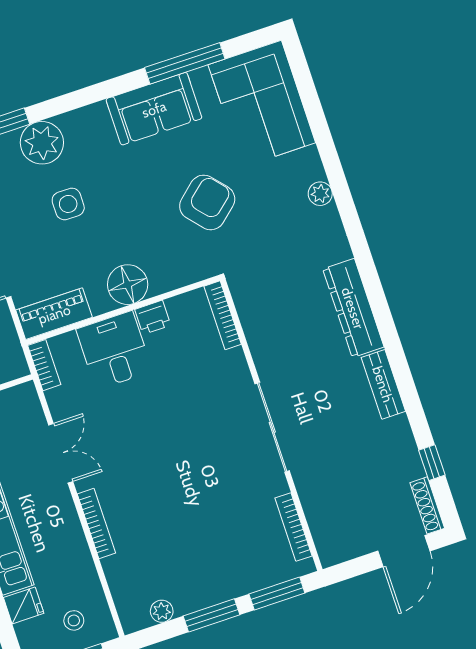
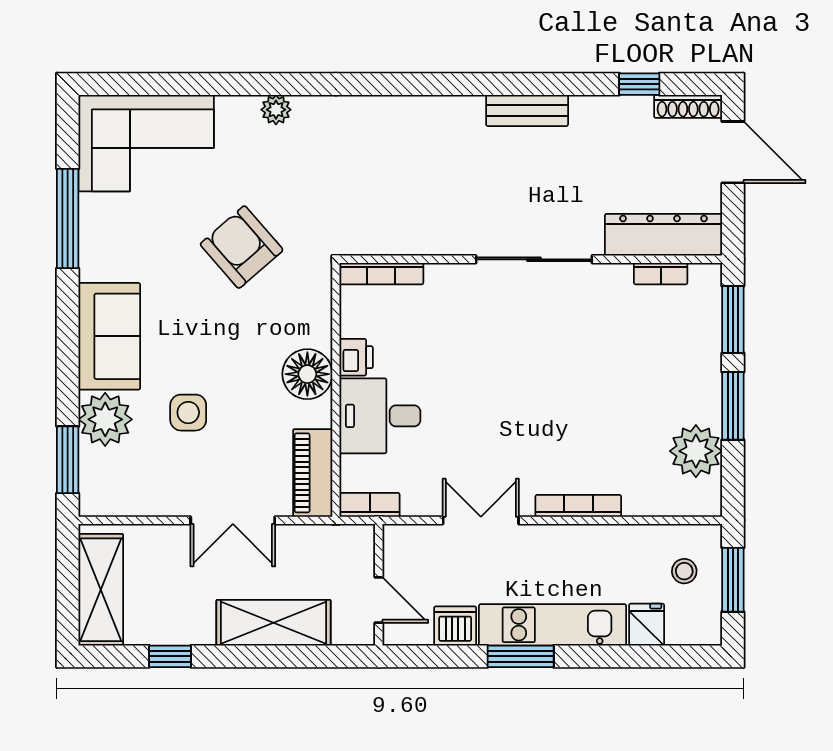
sofa: (154, 109) -> (109, 336), moved
dresser: (353, 308) -> (664, 235), moved, turned 180
bookcase: (293, 527) -> (661, 274), width x0.64
plant: (162, 611) -> (696, 451), width x1.87, depth x1.87

